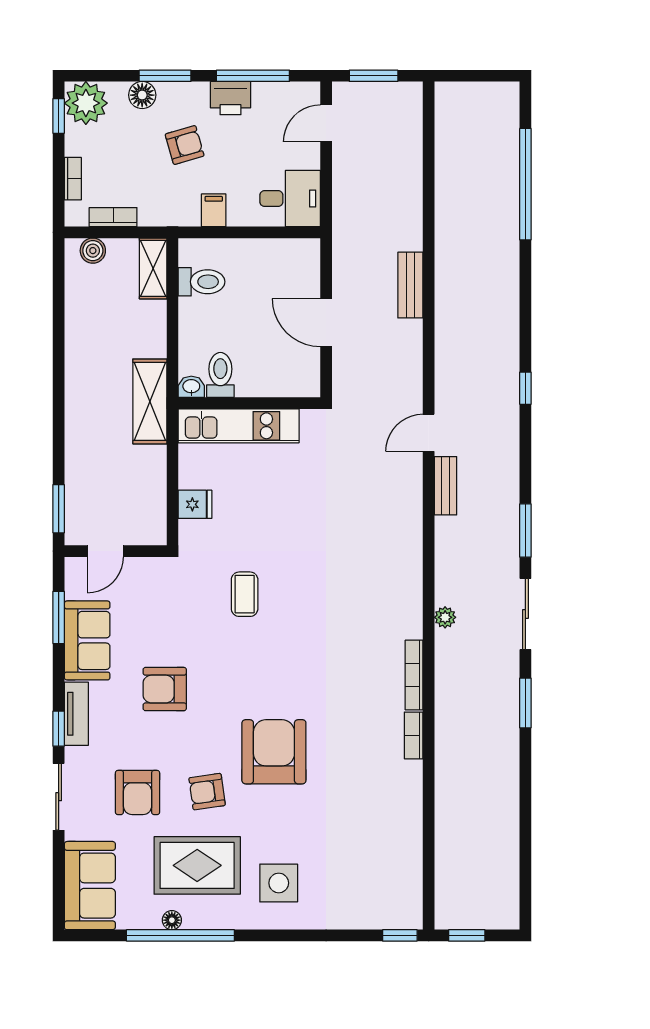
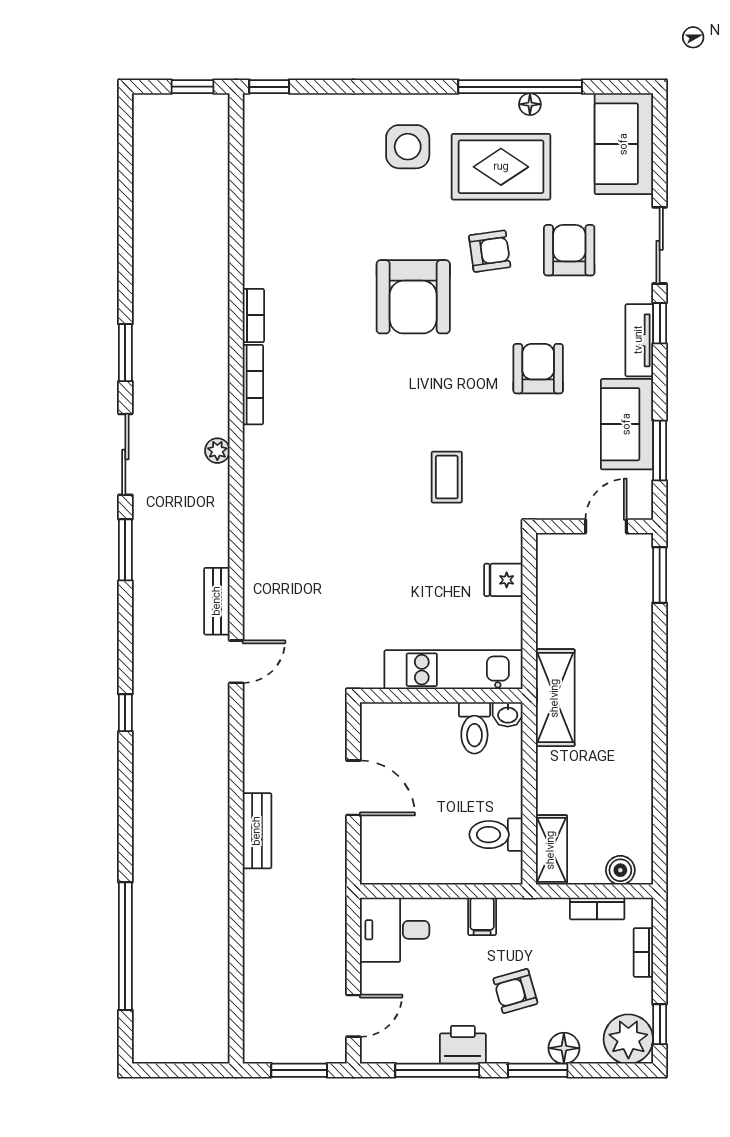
armchair: (165, 689) -> (538, 369), turned -90

